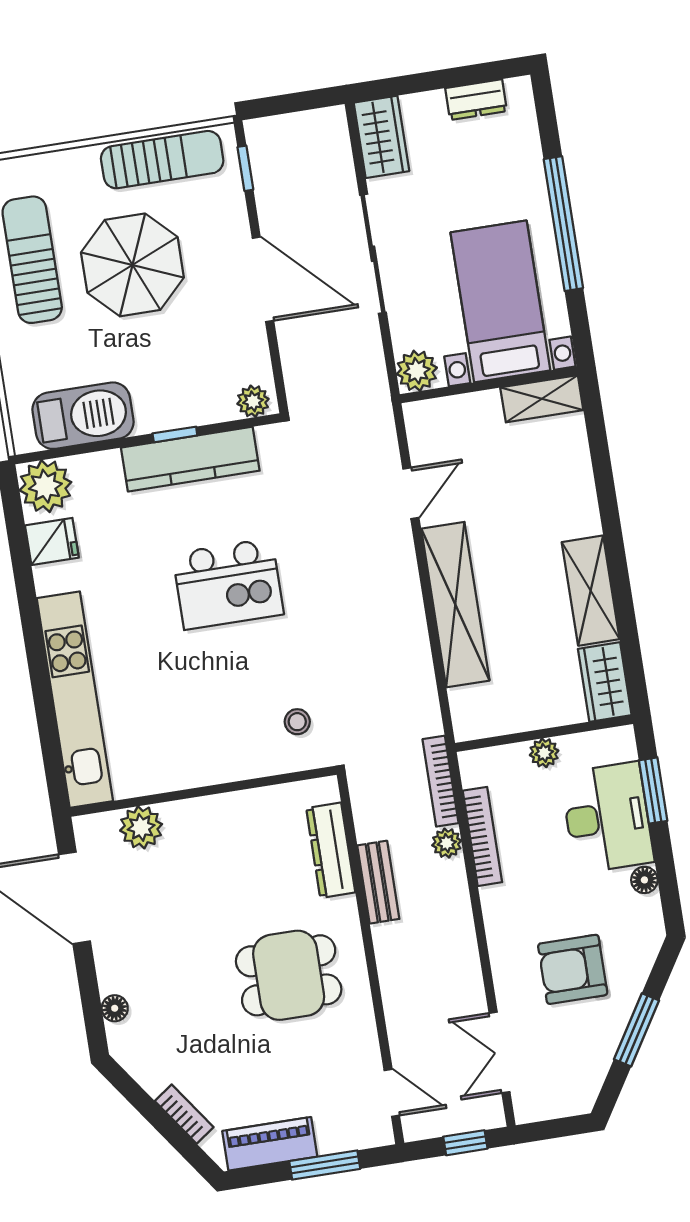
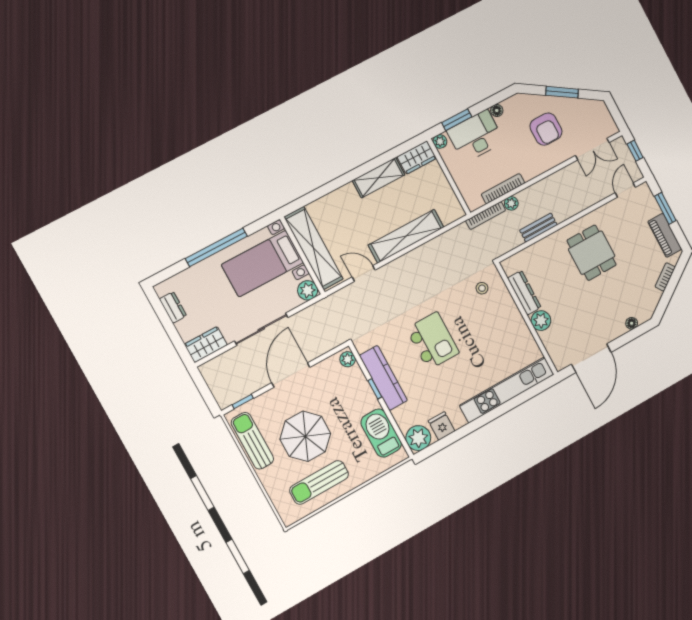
shelving: (542, 399) -> (314, 248), width x2.20, depth x1.33
plant: (544, 753) -> (440, 141), moved
plant: (141, 827) -> (541, 321), moved
dresser: (331, 850) -> (524, 293), moved, turned -90

